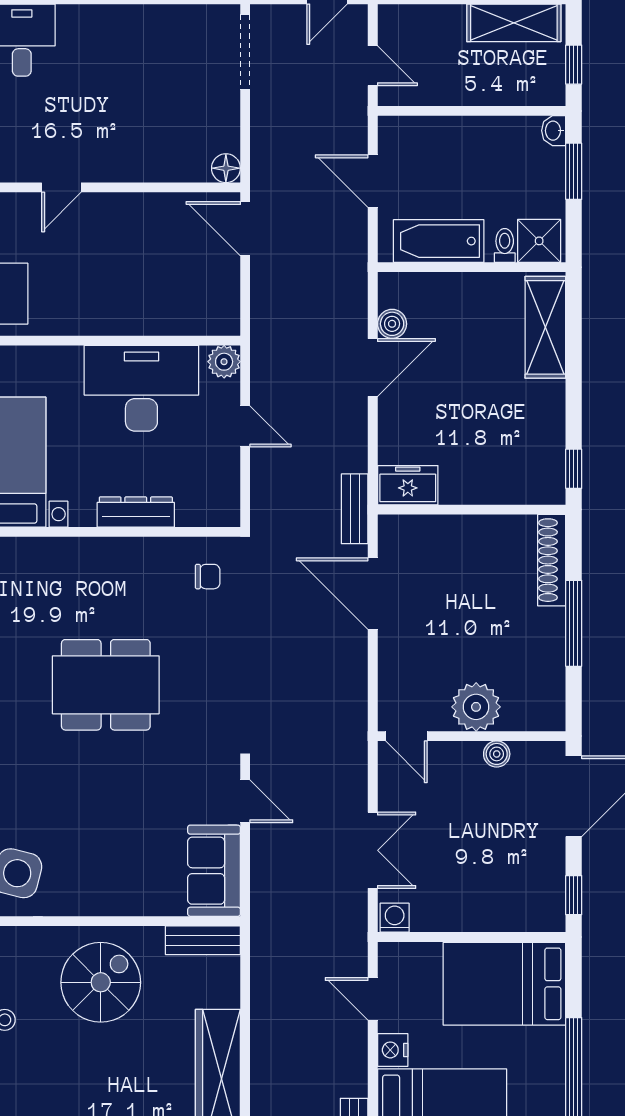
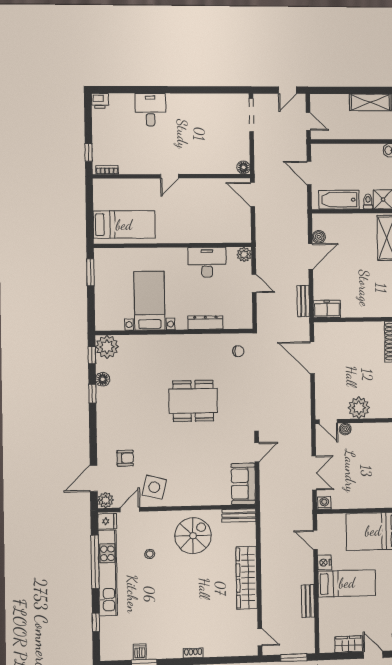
desk: (141, 388) -> (207, 262), width x0.73, depth x0.77
bench: (355, 509) -> (303, 301), moved
boiler: (497, 754) -> (345, 429), moved
door: (245, 801) -> (257, 452), hinge flipped

